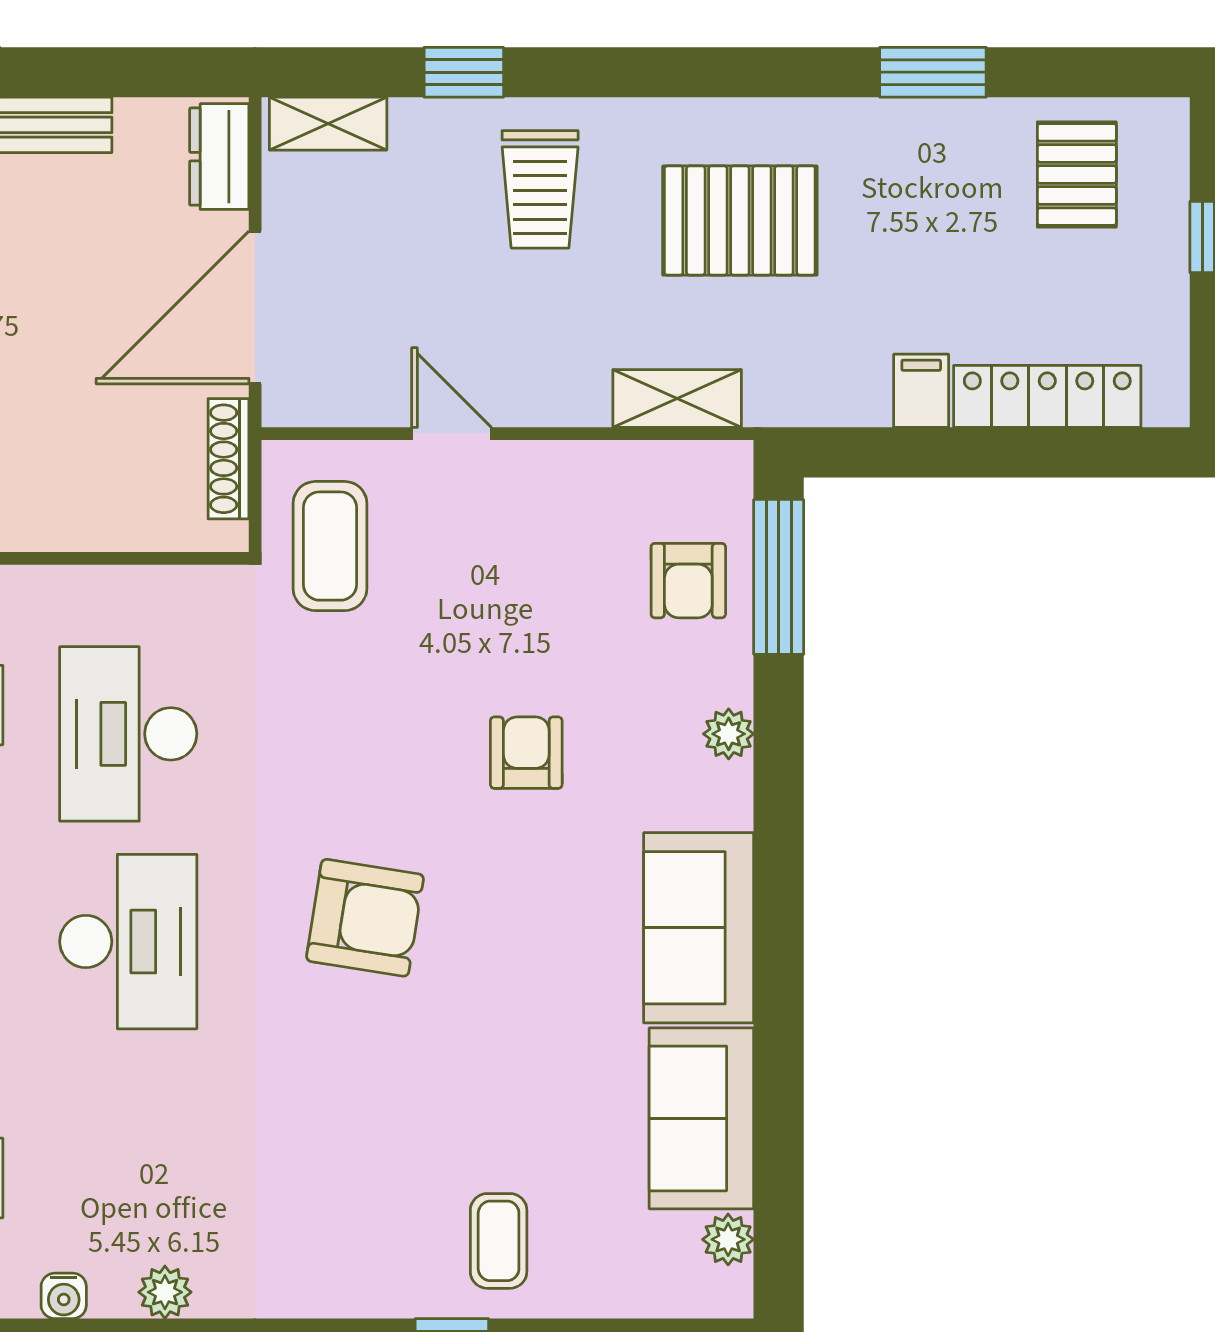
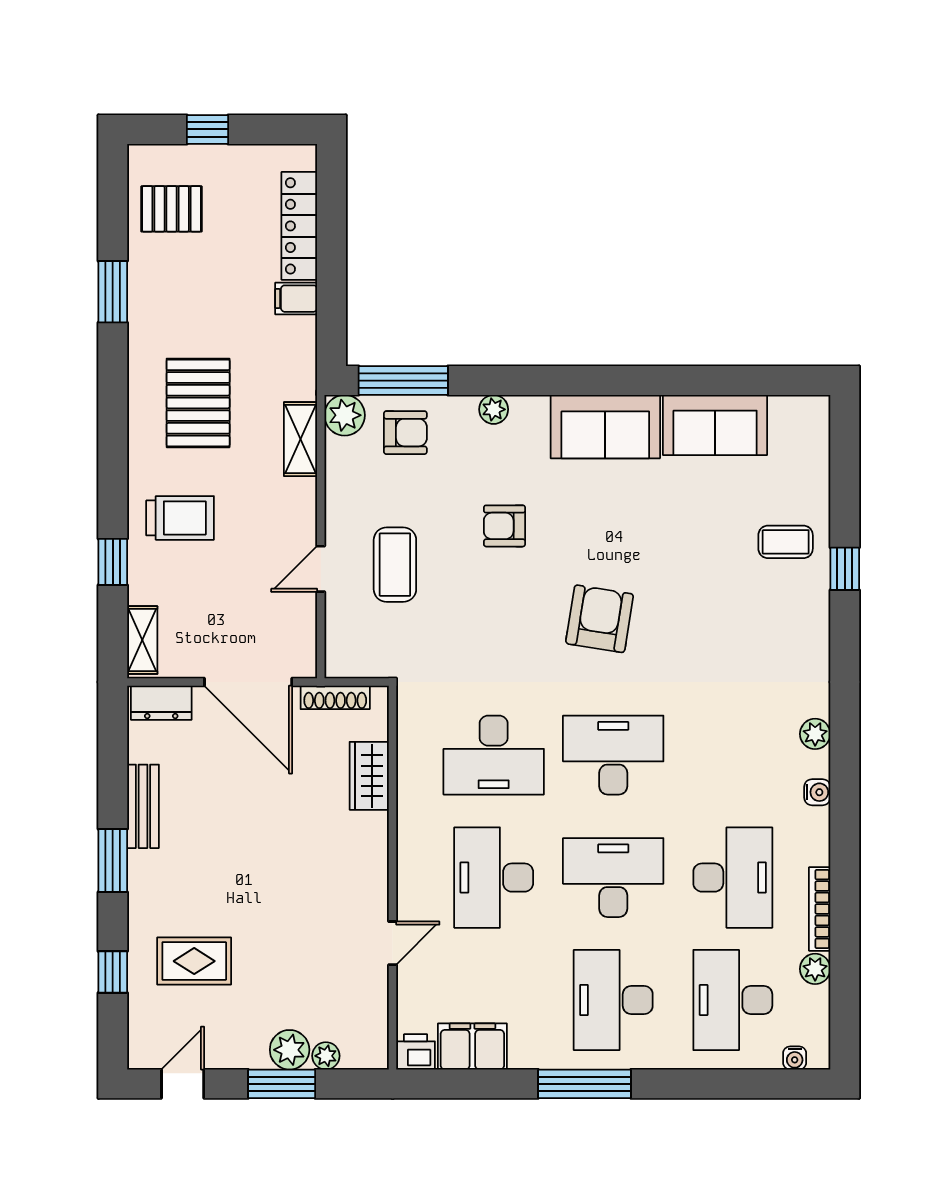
wardrobe: (92, 518) -> (369, 776), added
coffee table: (330, 546) -> (395, 565), moved, turned 90
plant: (728, 1239) -> (345, 415), moved, width x1.38, depth x1.38

